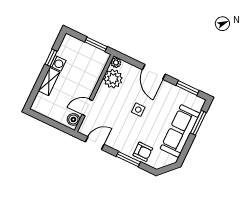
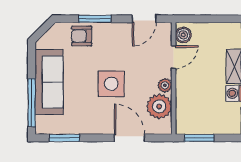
plant: (116, 63) -> (165, 85), moved
door: (154, 72) -> (130, 138), moved
side table: (138, 110) -> (111, 84), width x1.87, depth x1.87
window: (198, 123) -> (32, 103), width x1.44

